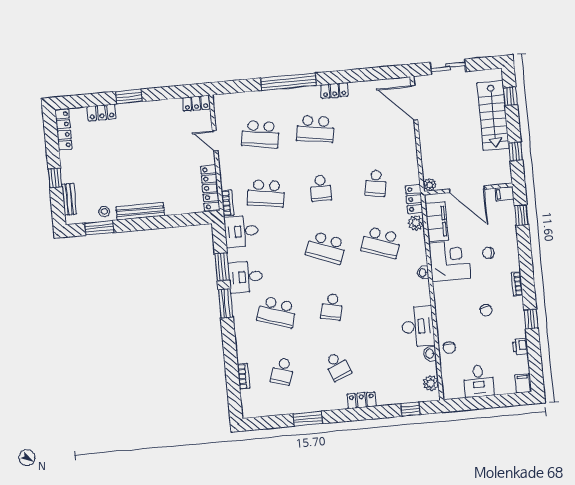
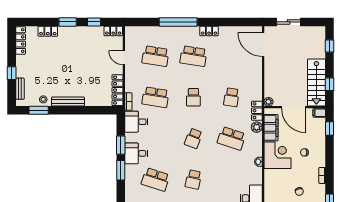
window: (167, 93) -> (94, 22), added
stairs: (493, 115) -> (316, 83), moved
school desk: (326, 248) -> (193, 138), width x0.54

